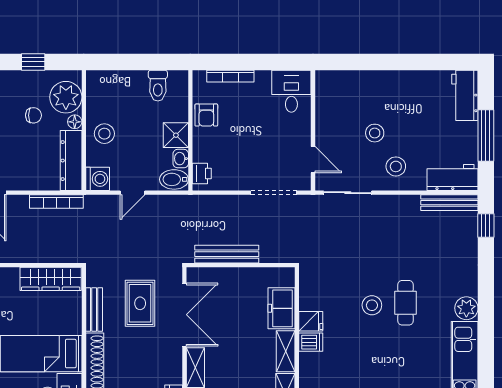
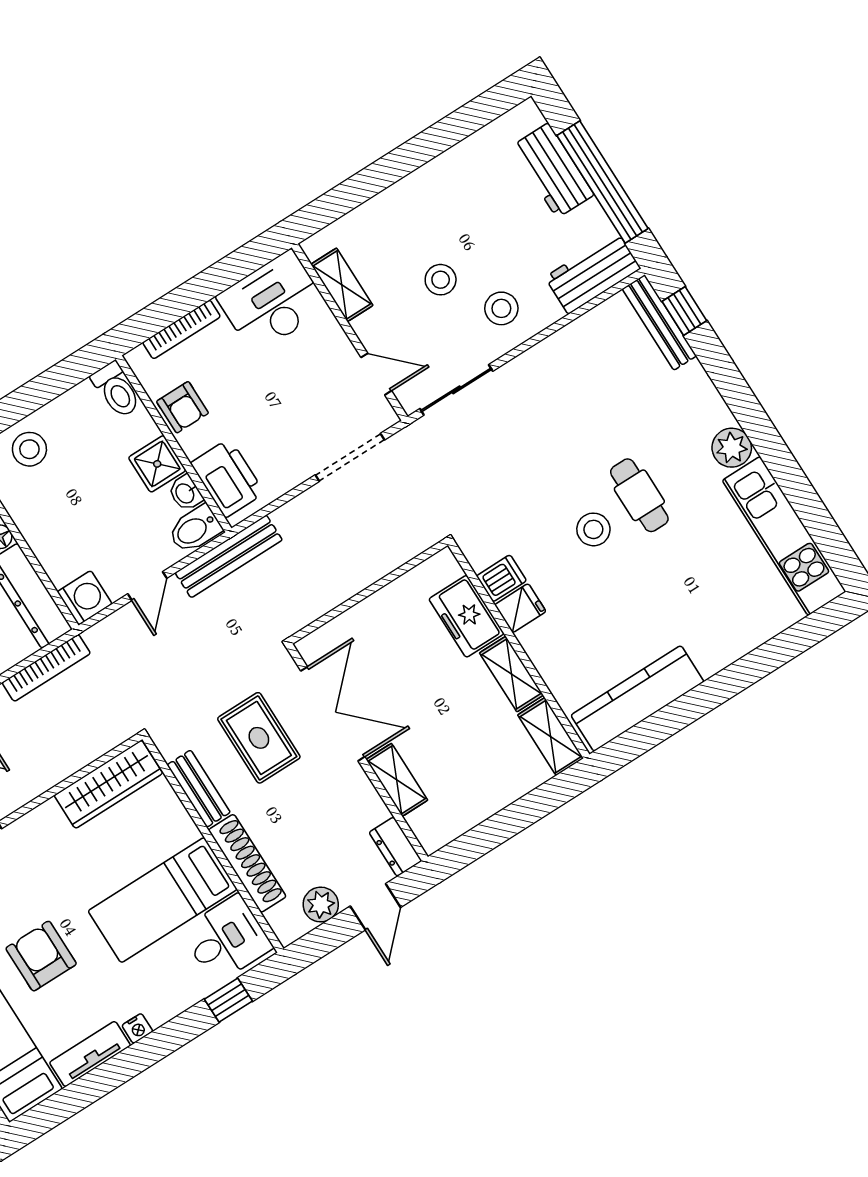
toilet: (158, 86) -> (116, 390), moved
desk: (291, 91) -> (272, 302), width x1.37
workbench: (465, 95) -> (553, 170), moved
shelving: (324, 104) -> (342, 285), added
stool: (104, 134) -> (29, 449), moved
window: (486, 136) -> (603, 182), width x1.46
printer: (202, 173) -> (227, 478), width x1.87, depth x1.48
bench: (449, 203) -> (659, 322), moved, turned 90
bench: (227, 254) -> (229, 556), moved
dishwasher: (311, 342) -> (501, 578), moved

